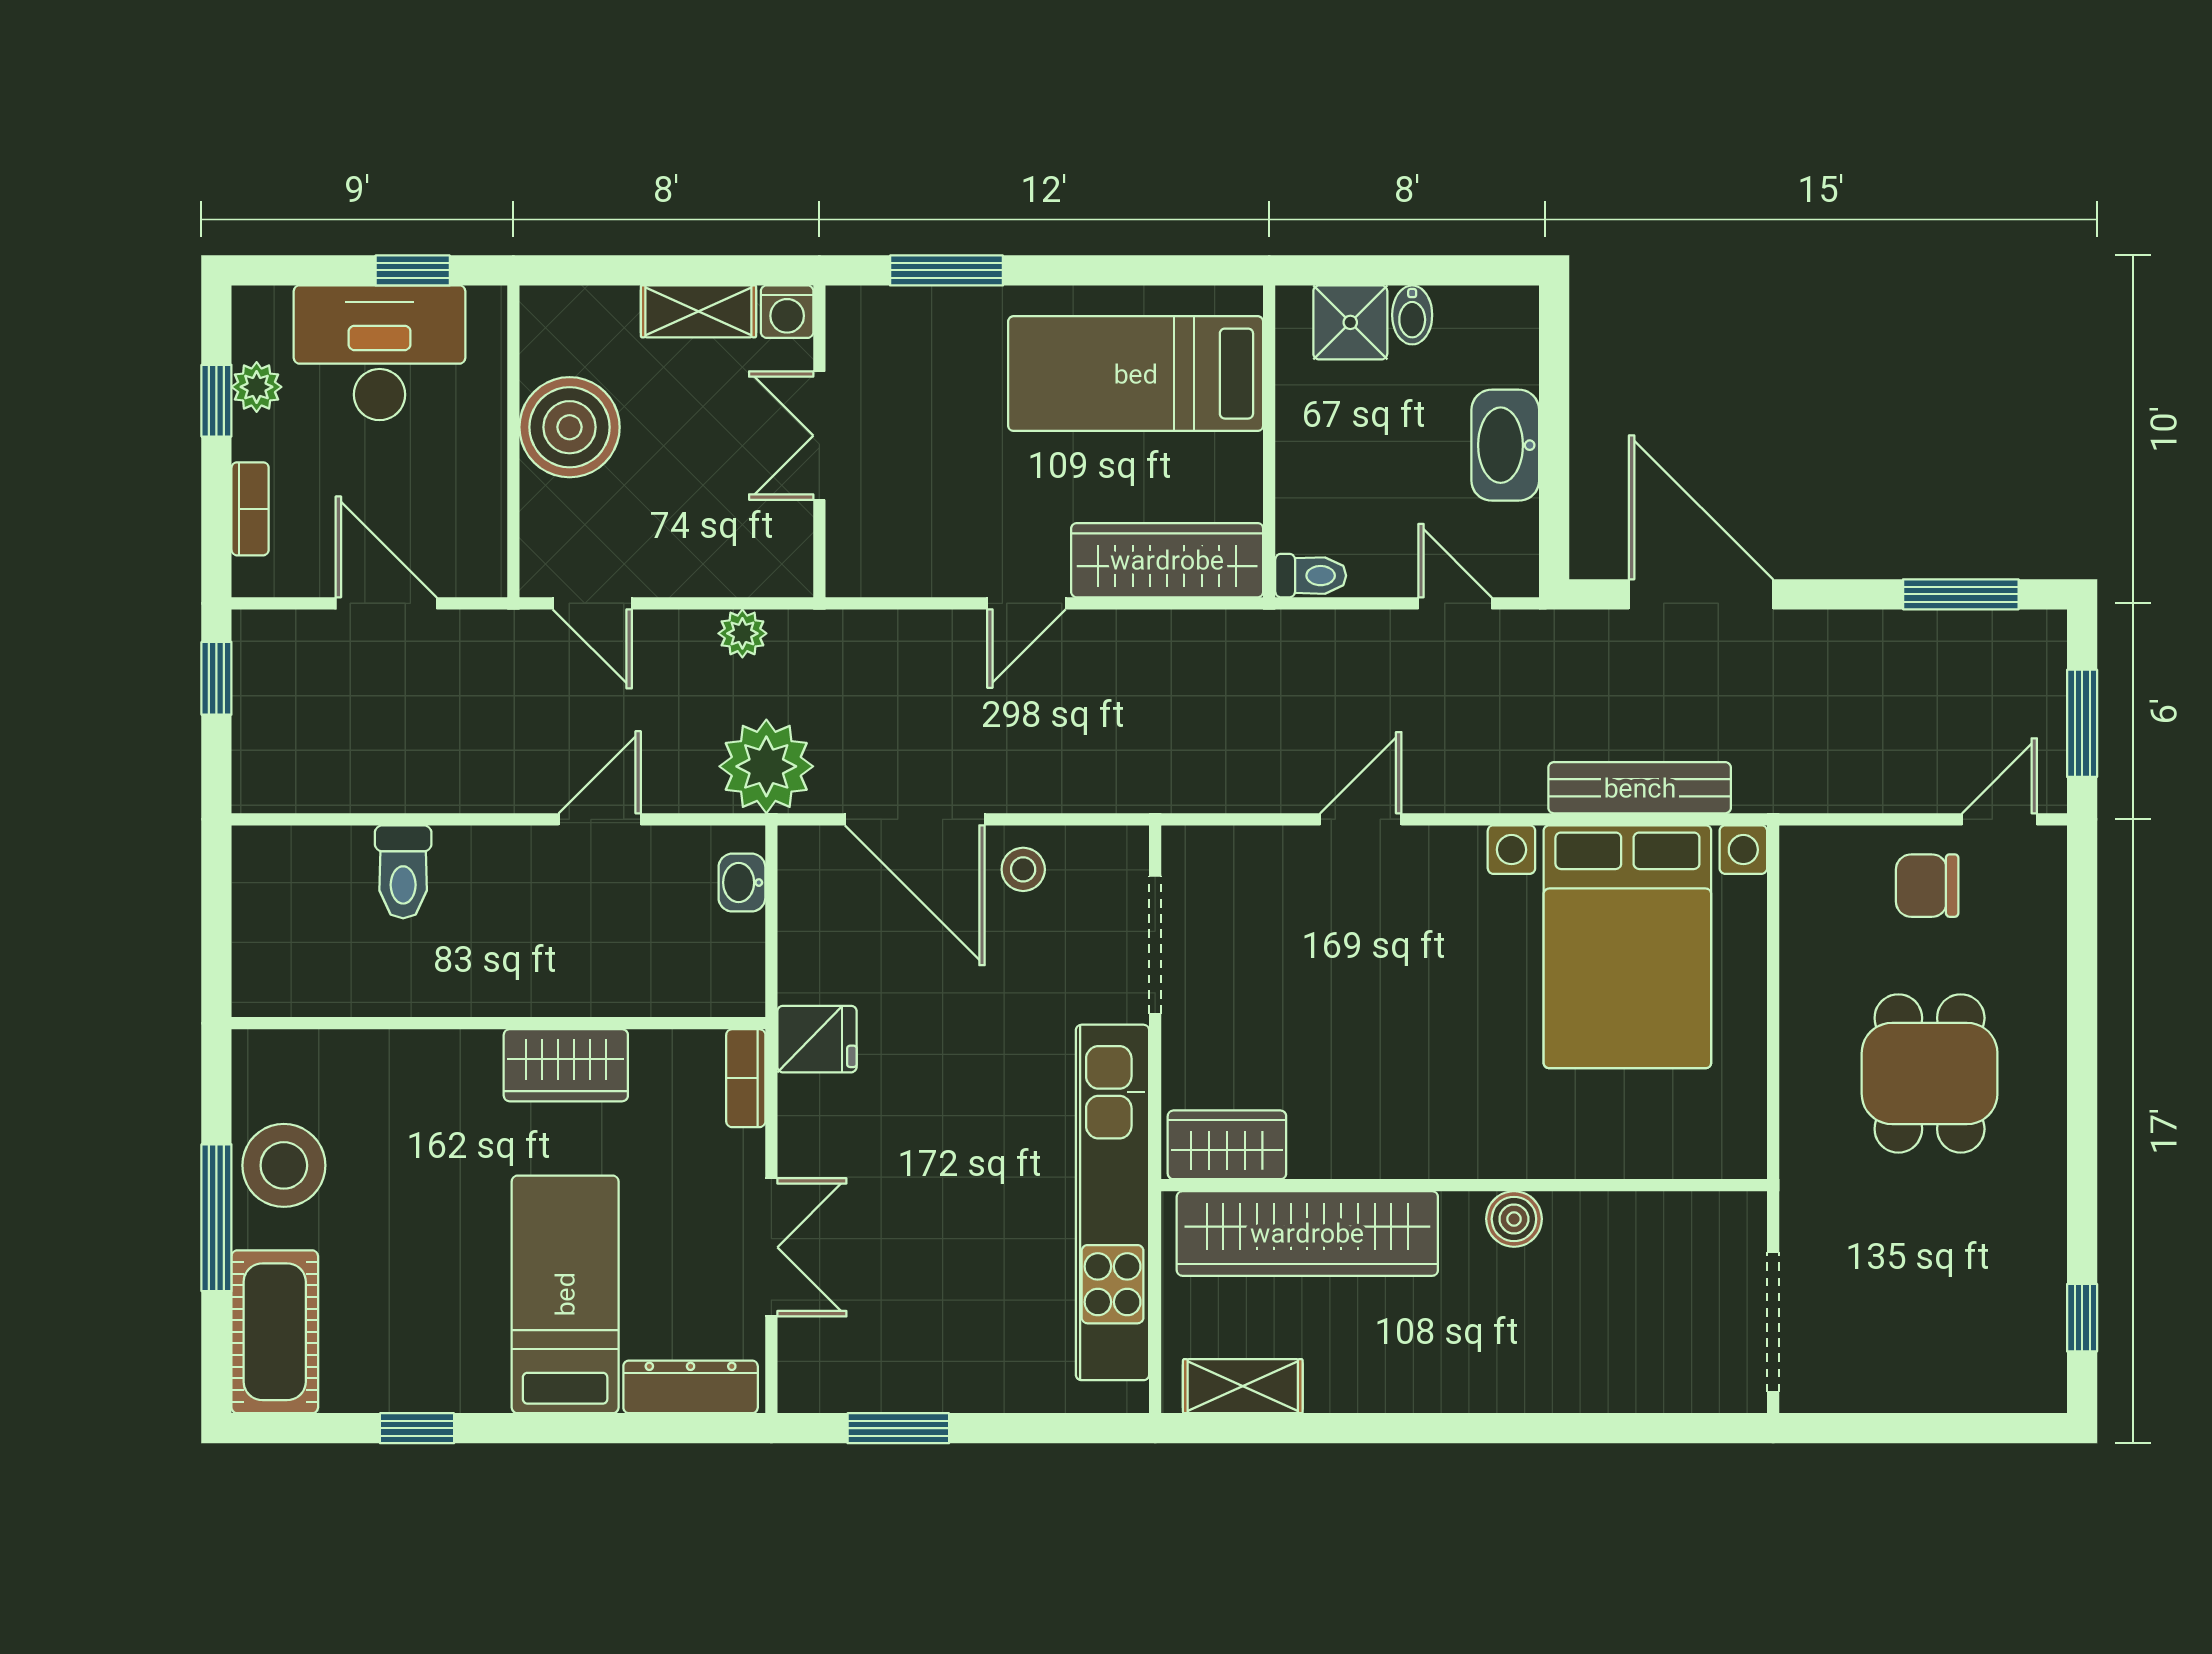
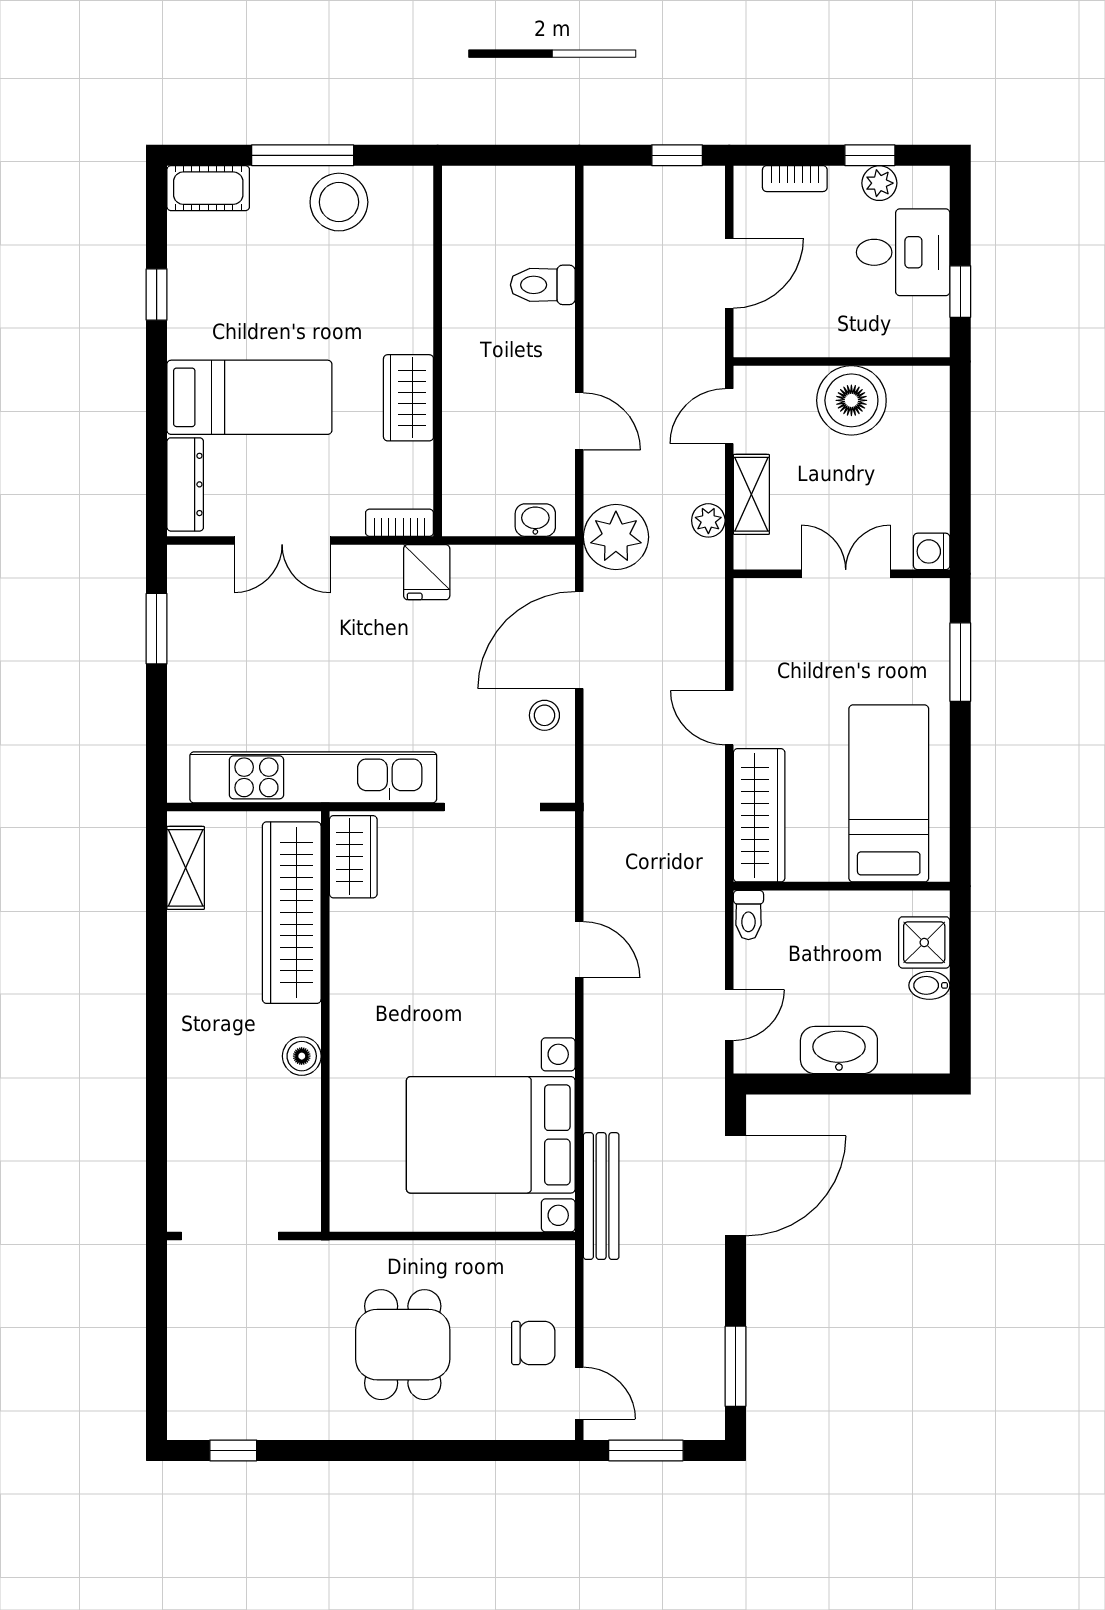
shelving: (698, 311) -> (751, 494), moved
desk: (380, 353) -> (903, 252), width x0.73
bench: (1640, 788) -> (601, 1196), moved
chair: (1927, 886) -> (533, 1343), turned 90
dining table: (1930, 1073) -> (403, 1345), turned 90
cot: (275, 1332) -> (208, 188), width x0.73, depth x0.75

